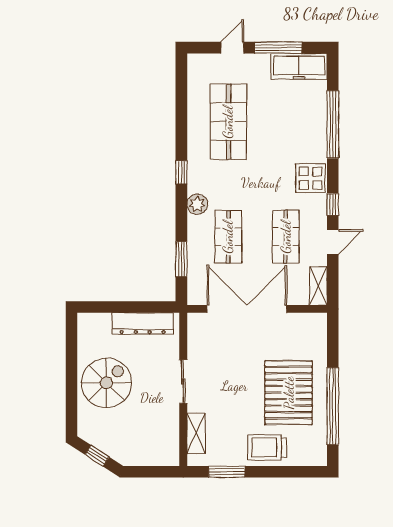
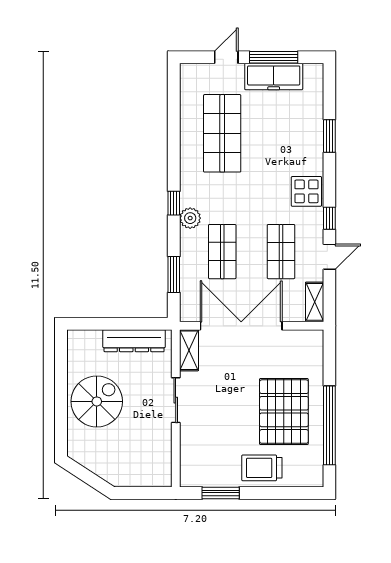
freezer: (299, 66) -> (274, 76), moved
window: (333, 124) -> (329, 136), width x0.47
window: (181, 172) -> (174, 203), moved
shelving: (196, 433) -> (189, 350), moved
window: (97, 456) -> (87, 477), removed

